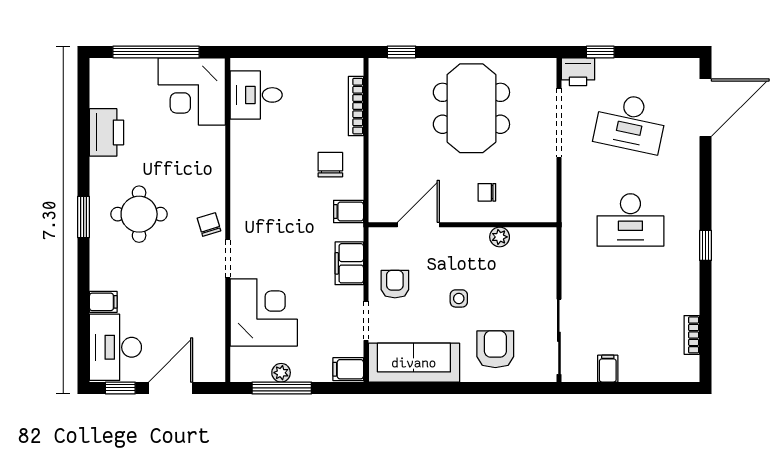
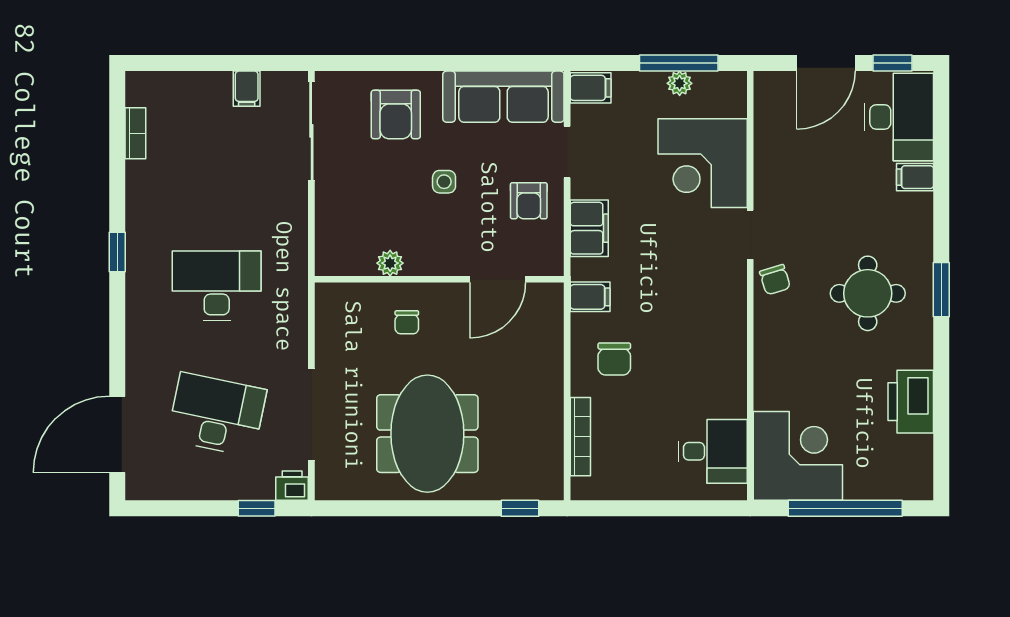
printer: (578, 72) -> (292, 486), width x0.73, depth x0.81
chair: (487, 192) -> (407, 322), turned 90

